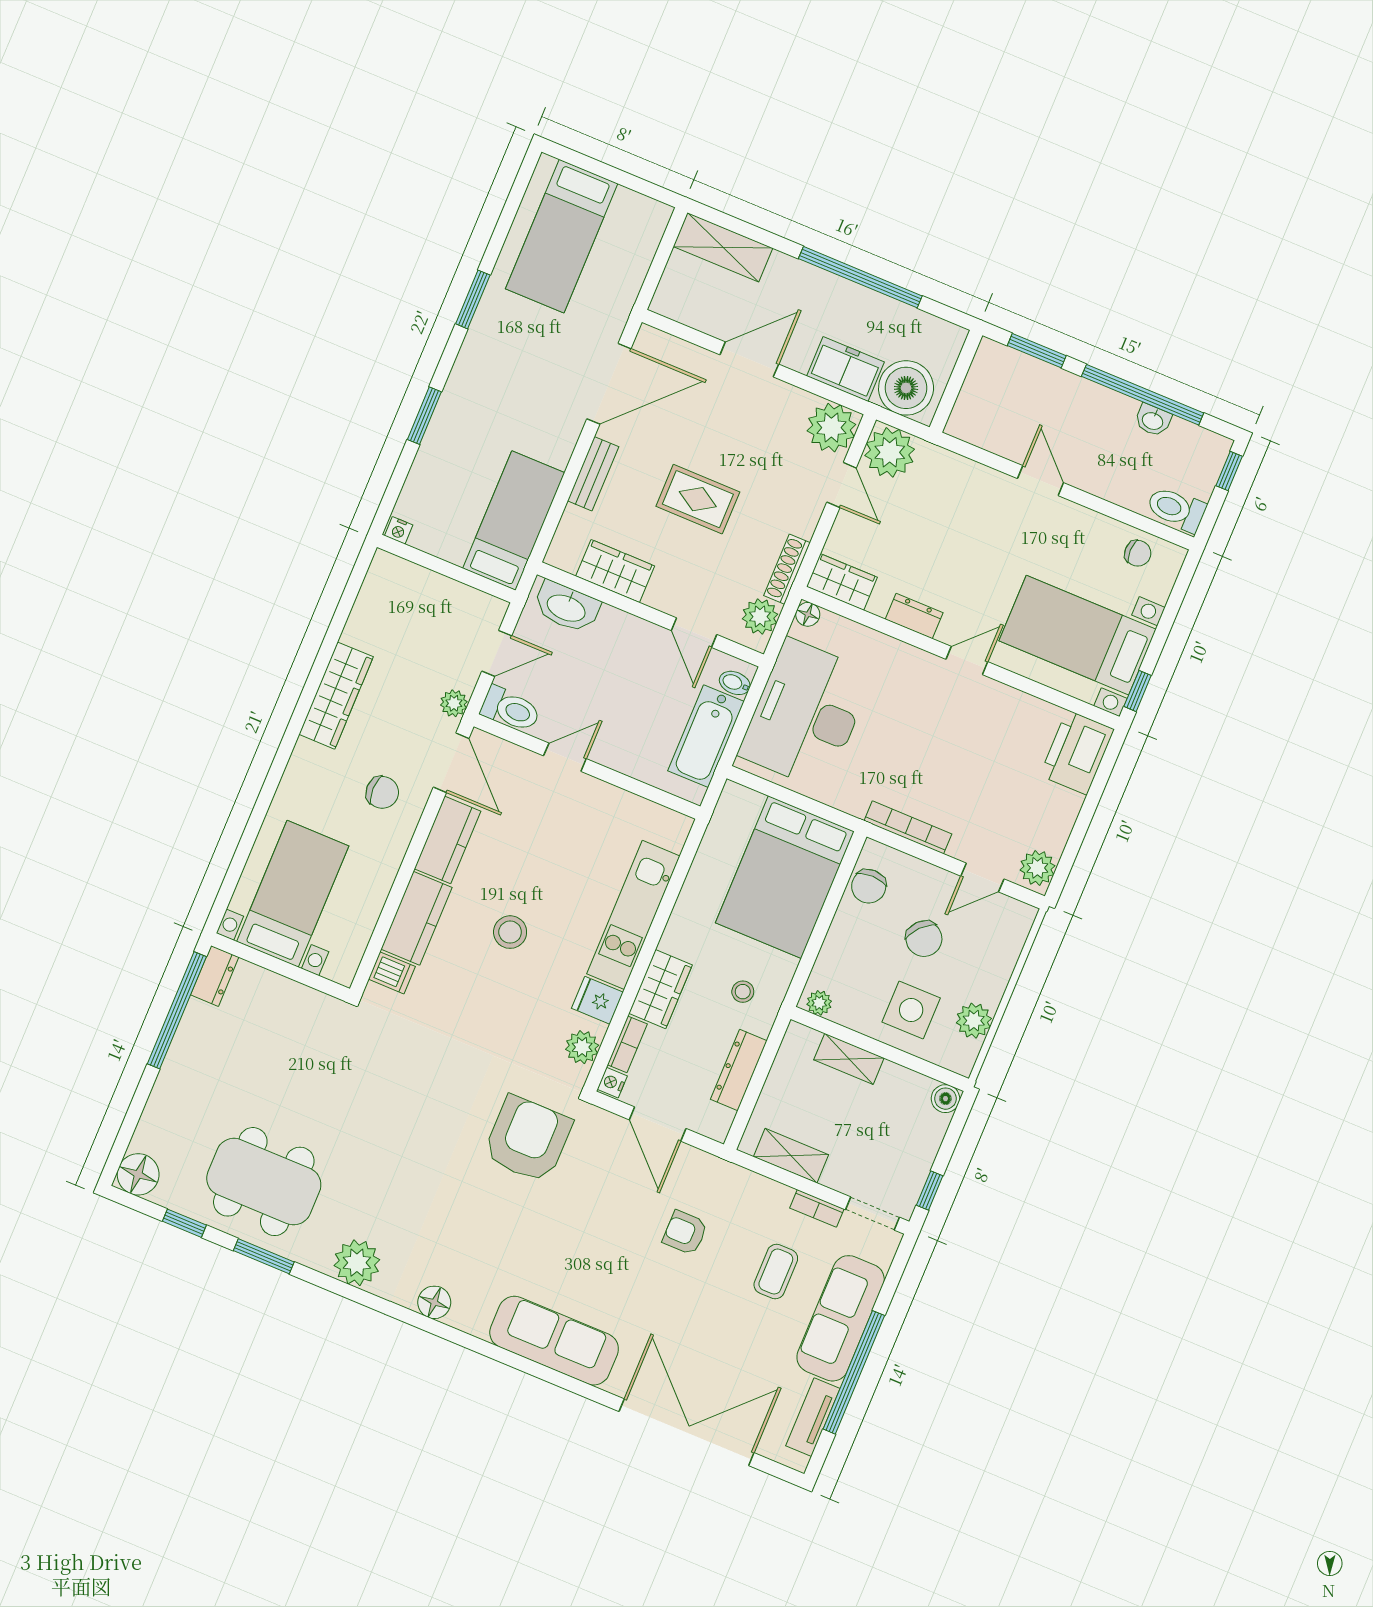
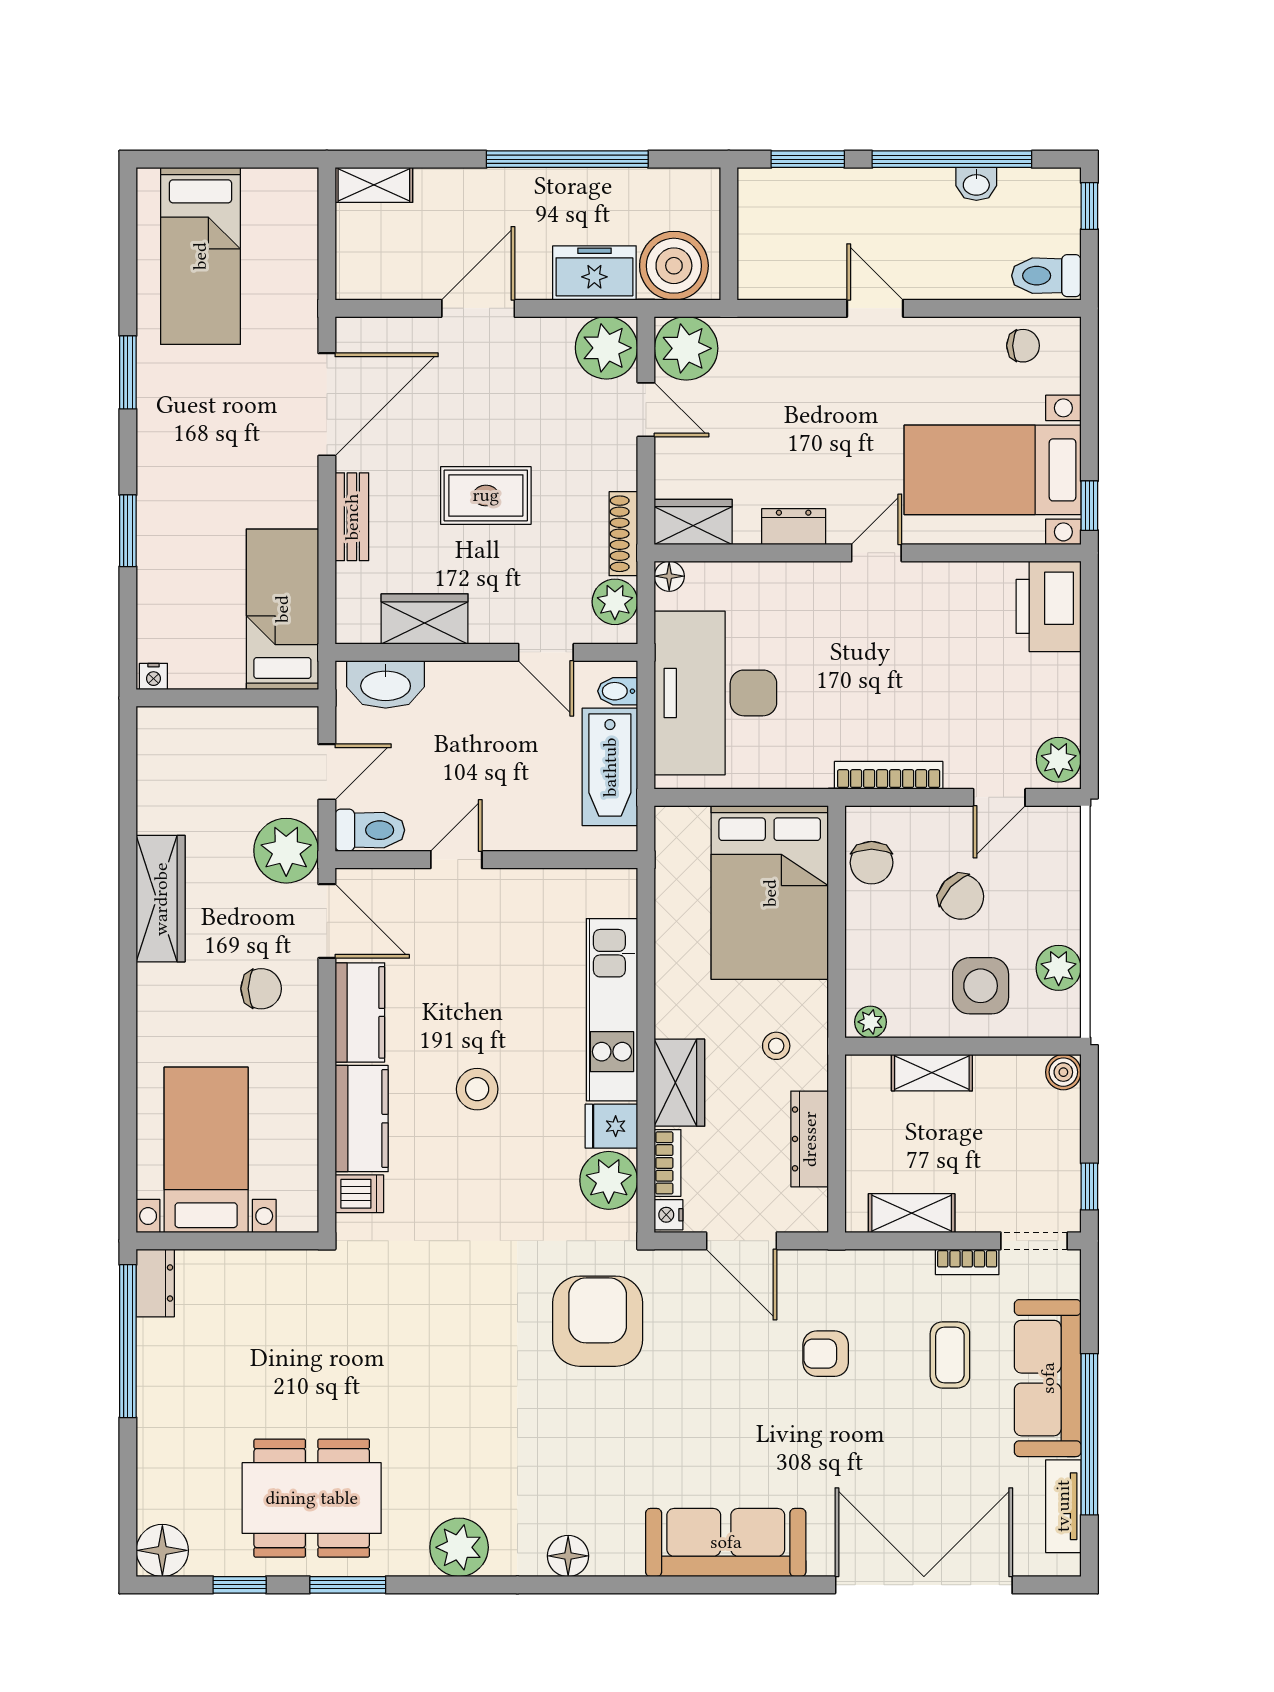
shelving: (723, 247) -> (374, 185), width x0.67, depth x0.75
plant: (454, 703) -> (286, 851), width x1.88, depth x1.88
plant: (582, 1047) -> (609, 1180), width x1.36, depth x1.36

